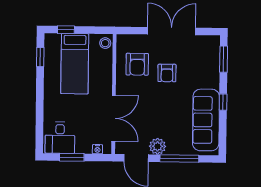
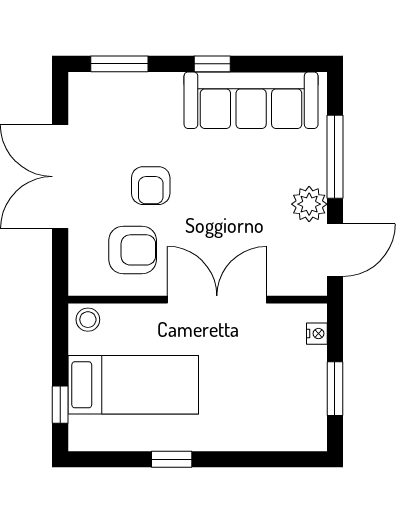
window: (40, 57) -> (172, 459), moved
armchair: (167, 73) -> (151, 186), turned 90
double door: (114, 118) -> (217, 300), moved
desk: (60, 138) -> (293, 415), removed

